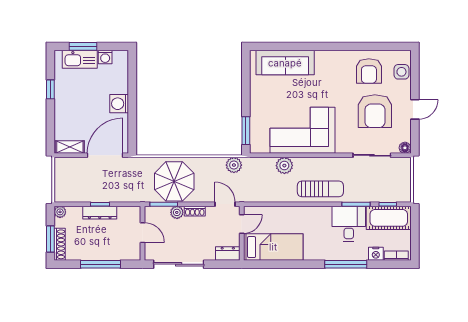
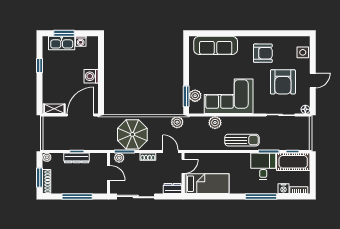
armchair: (369, 71) -> (263, 53), moved, turned -90
plant: (258, 130) -> (195, 96), added
plant: (177, 212) -> (119, 158), moved

